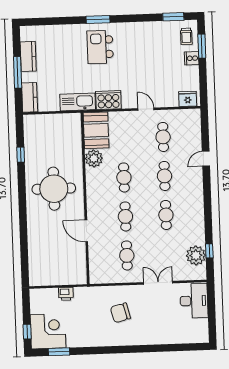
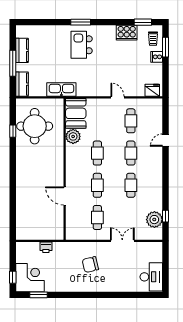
cooker: (108, 100) -> (127, 33), moved, turned 180
round table: (54, 189) -> (35, 126), moved
desk: (194, 301) -> (151, 277), moved

